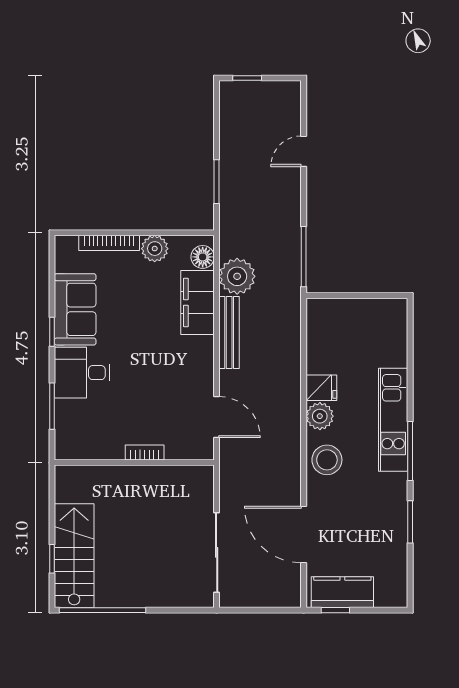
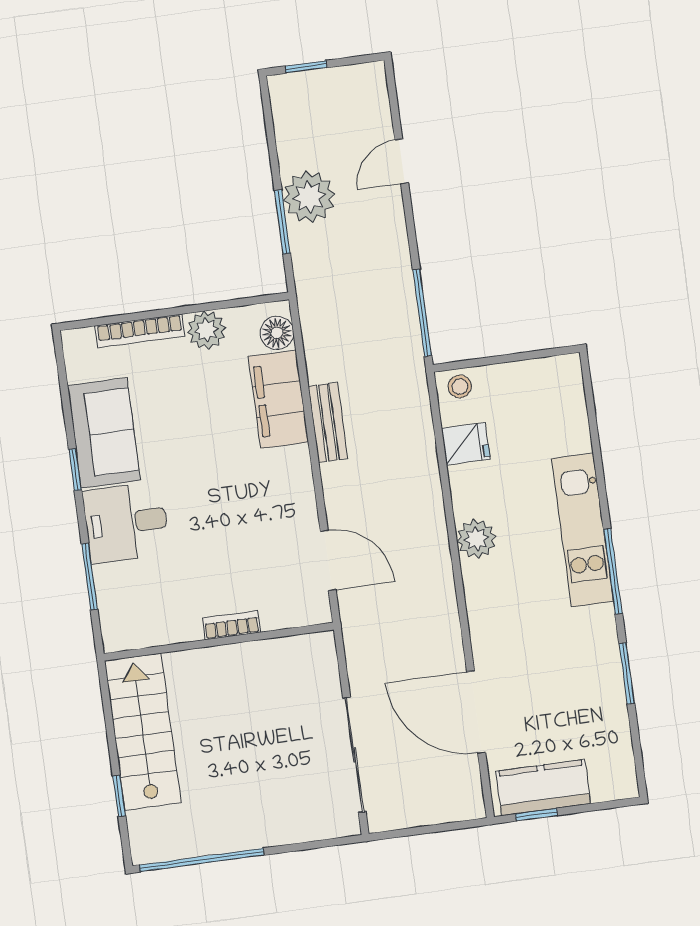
plant: (237, 276) -> (309, 197), moved
bench: (229, 333) -> (328, 422), width x0.73
fridge: (321, 388) -> (466, 444), moved
stool: (327, 460) -> (460, 386), moved, width x0.53, depth x0.53
stairs: (74, 556) -> (143, 732), moved

